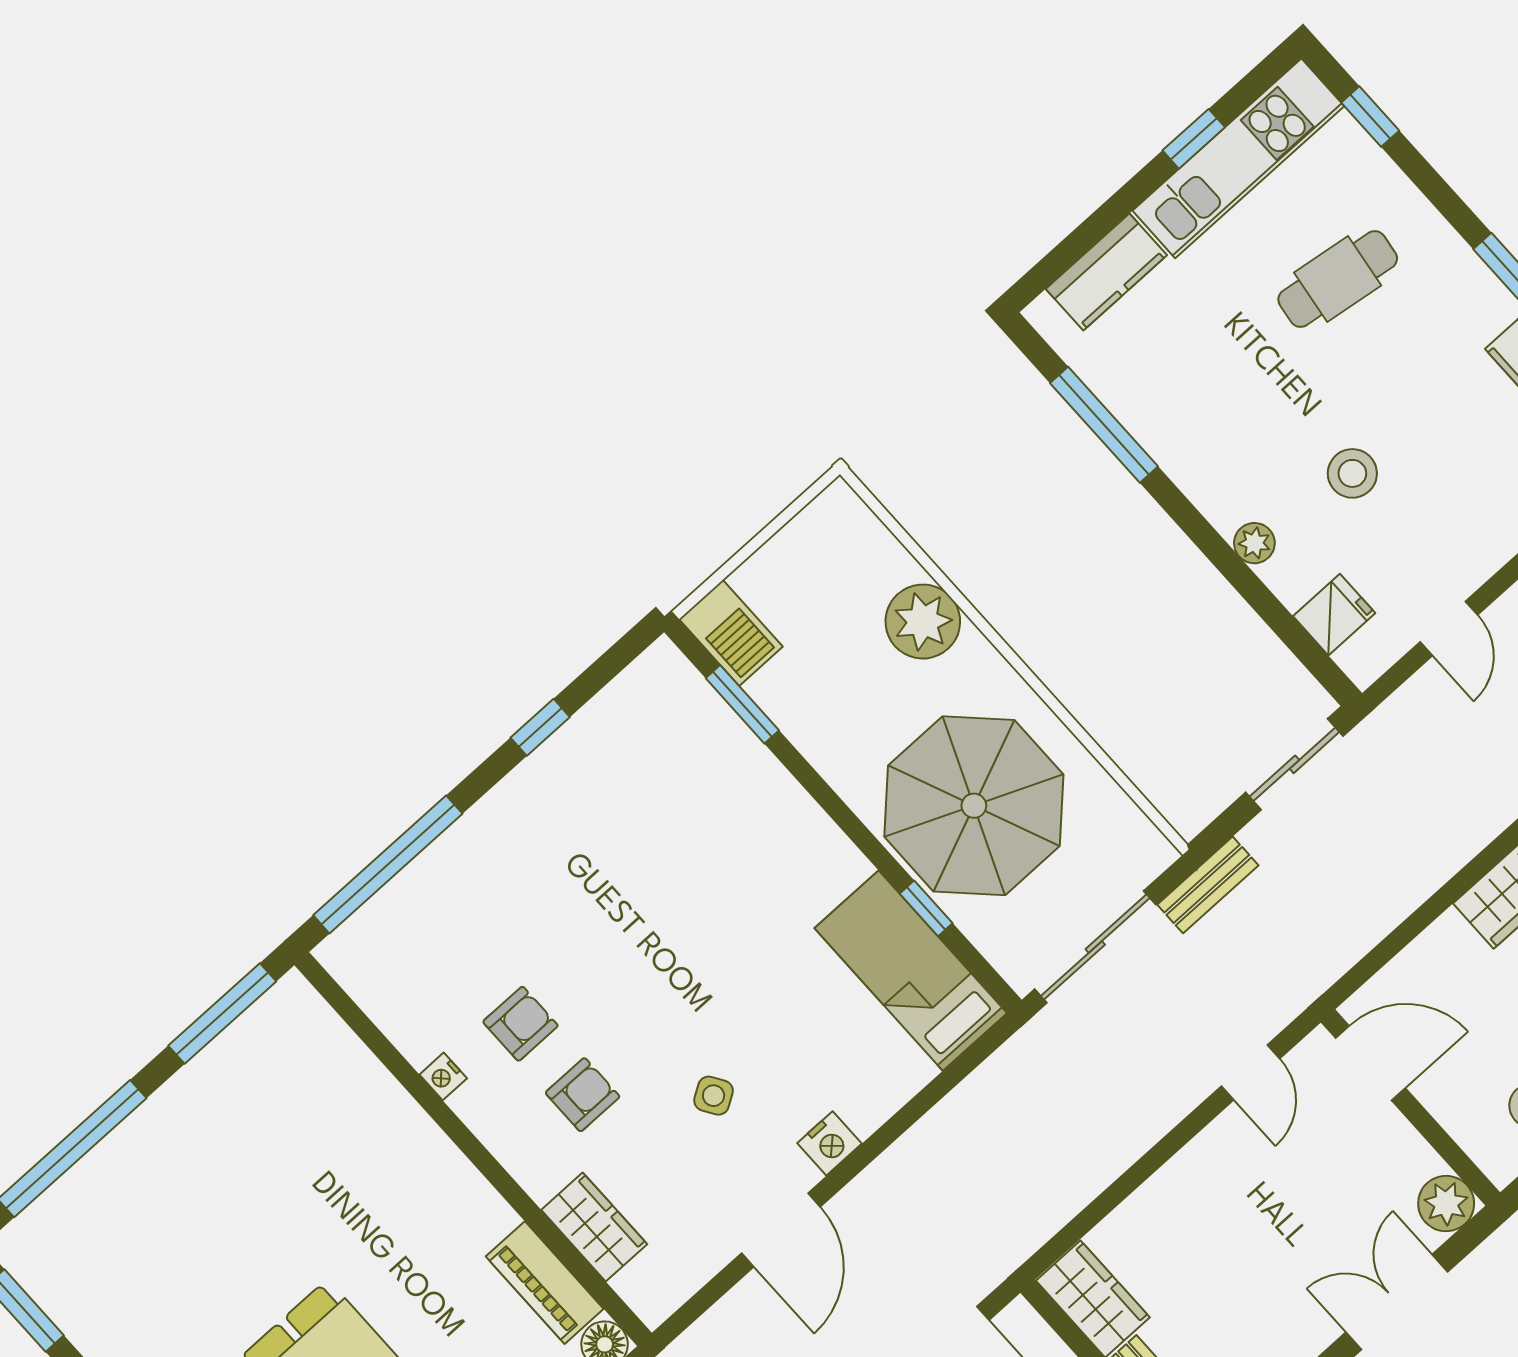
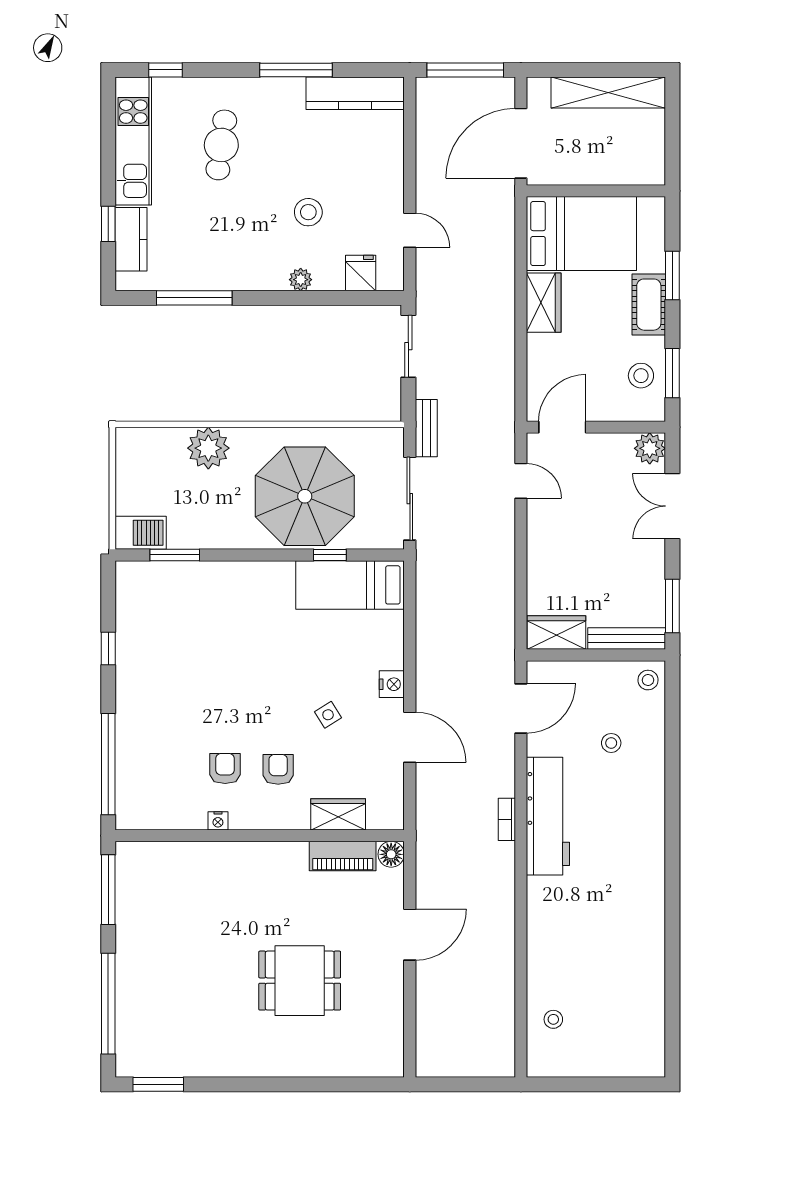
window: (1194, 139) -> (108, 224), moved

